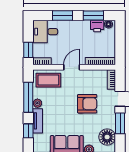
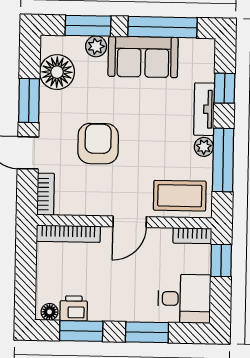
armchair: (87, 104) -> (98, 144), turned 90

